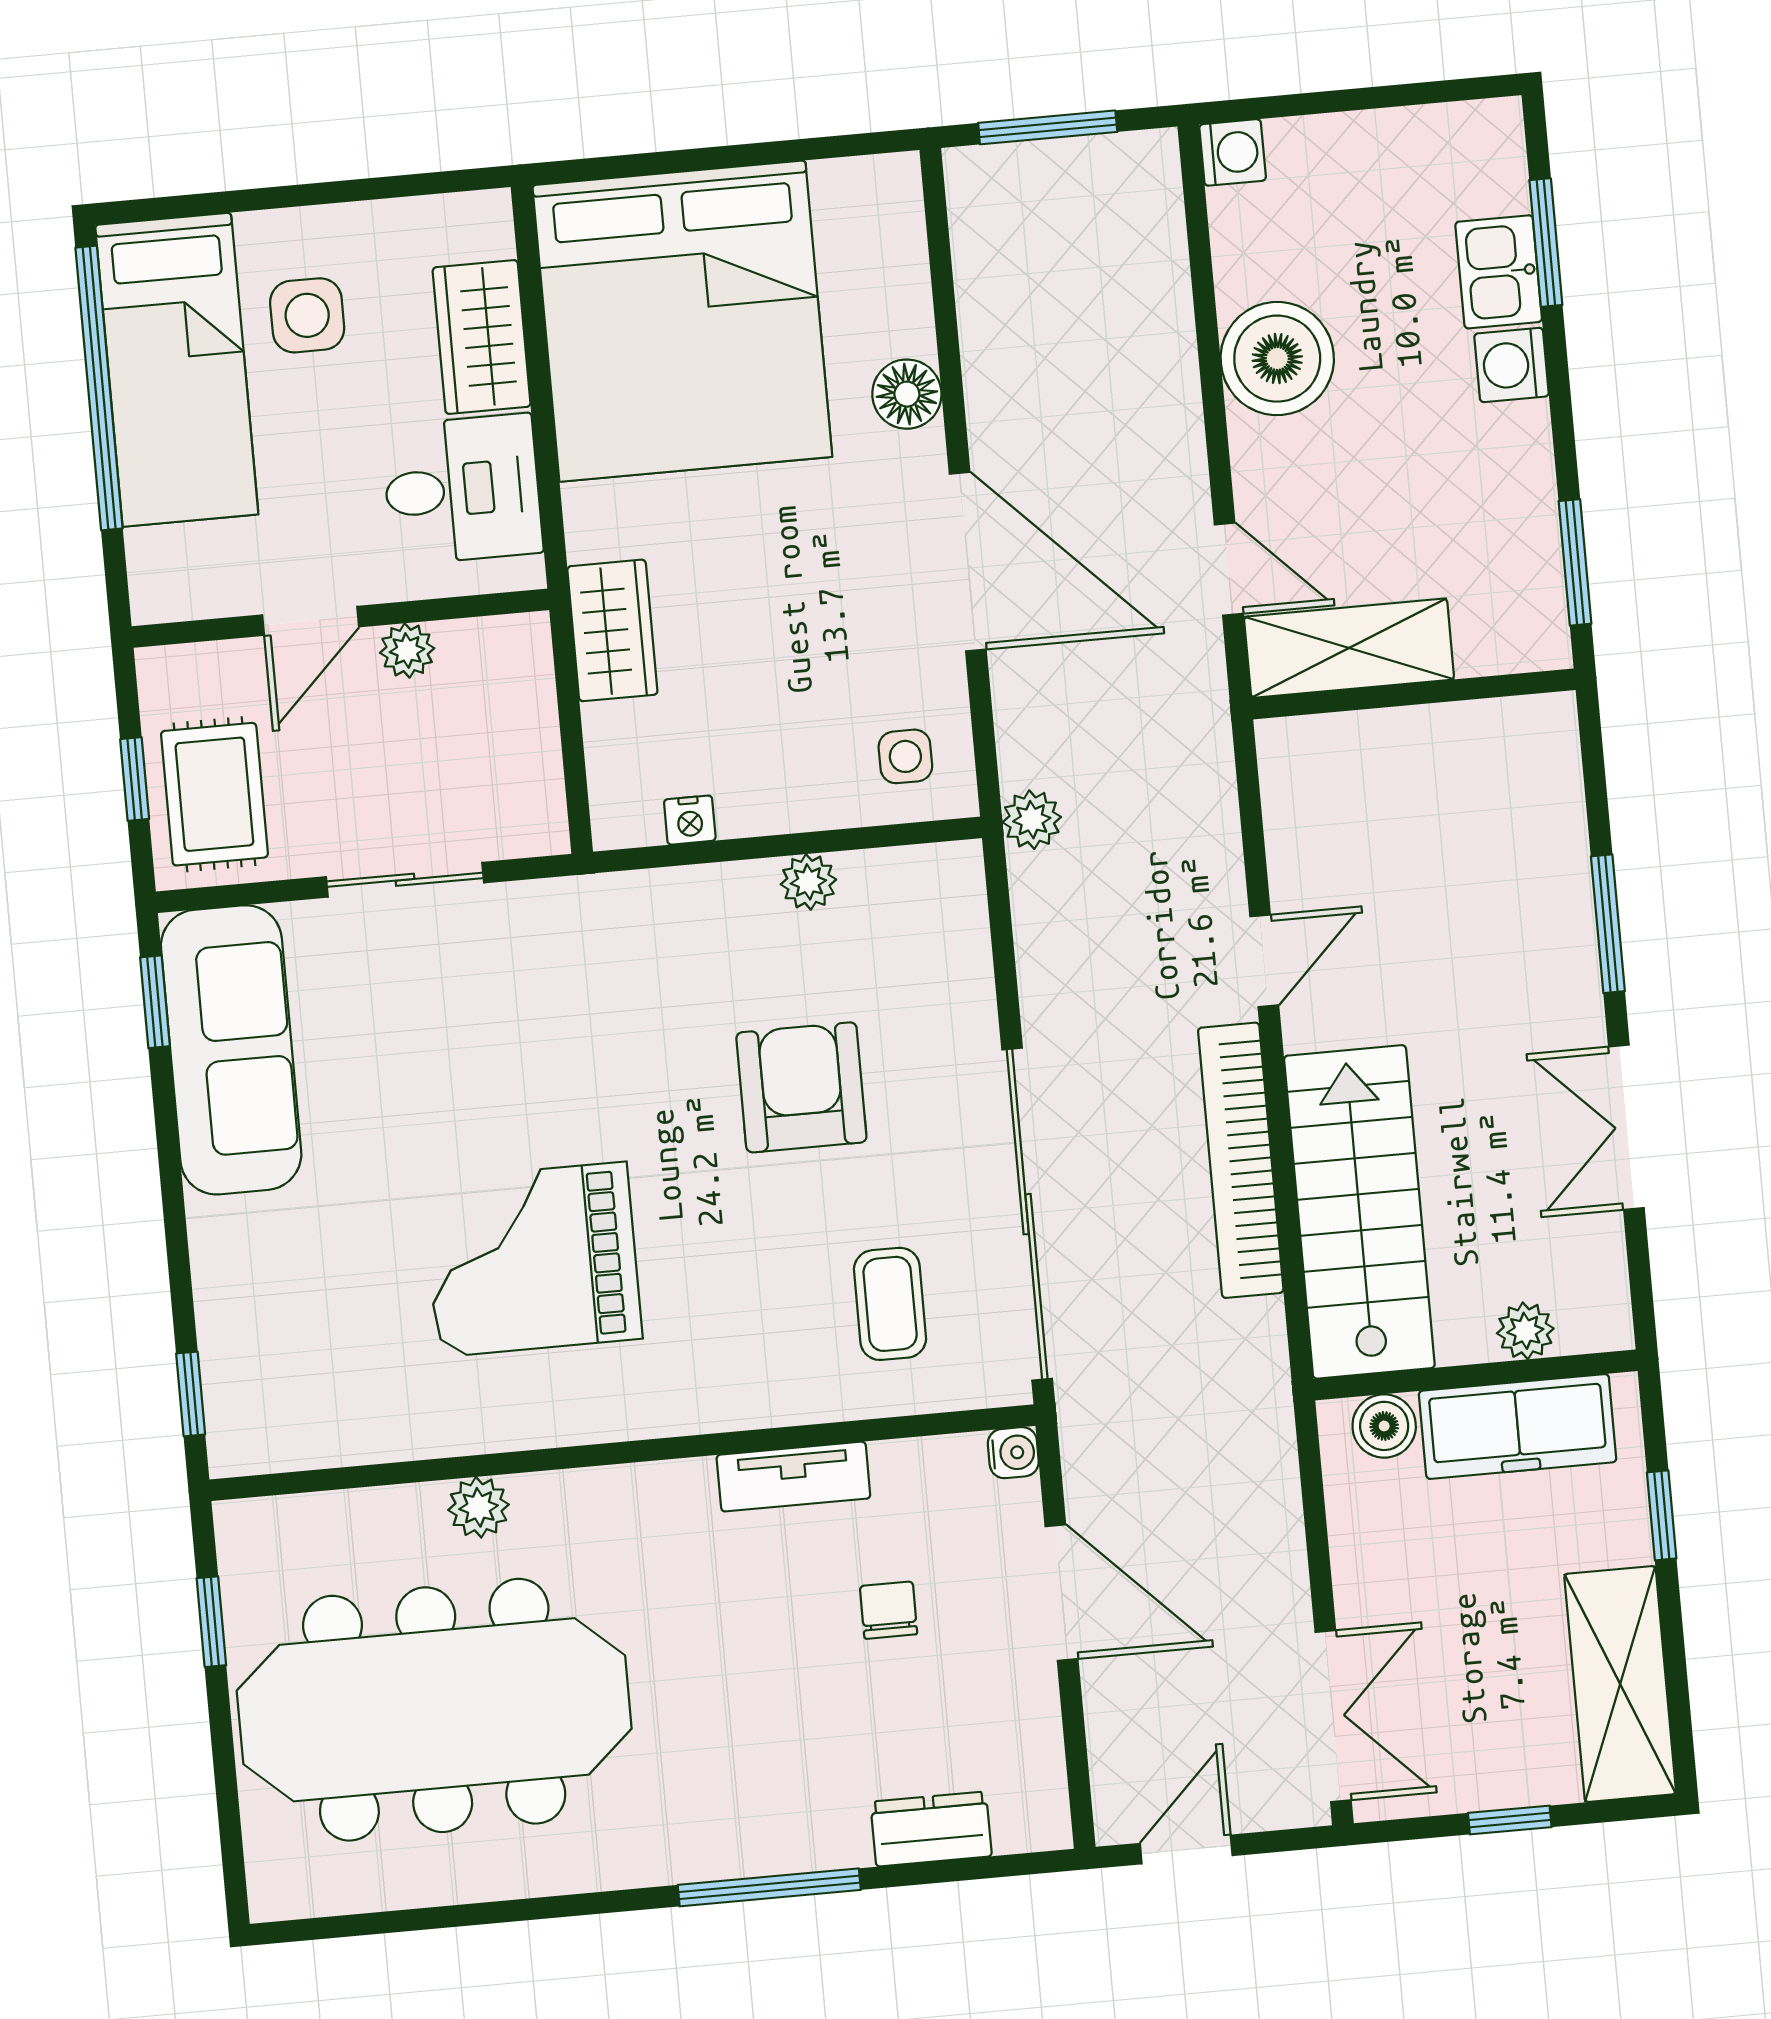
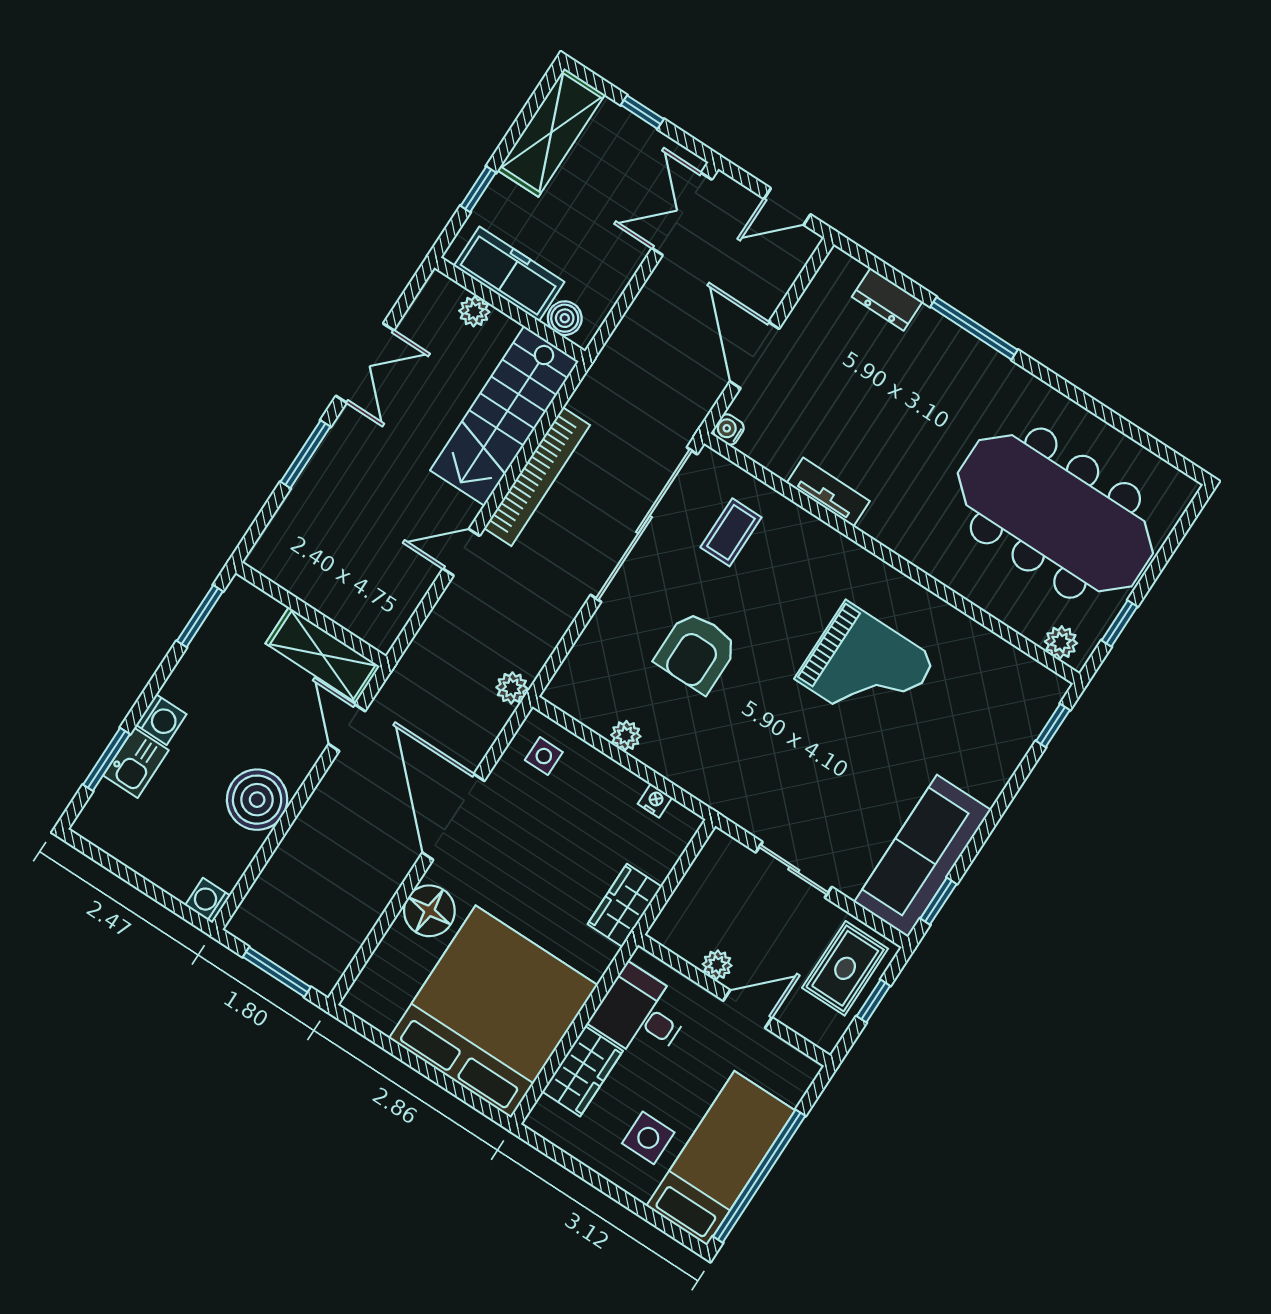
floor lamp: (907, 394) -> (429, 911), width x1.38, depth x1.38
plant: (479, 1507) -> (1061, 642), moved
chair: (889, 1610) -> (833, 405), removed

